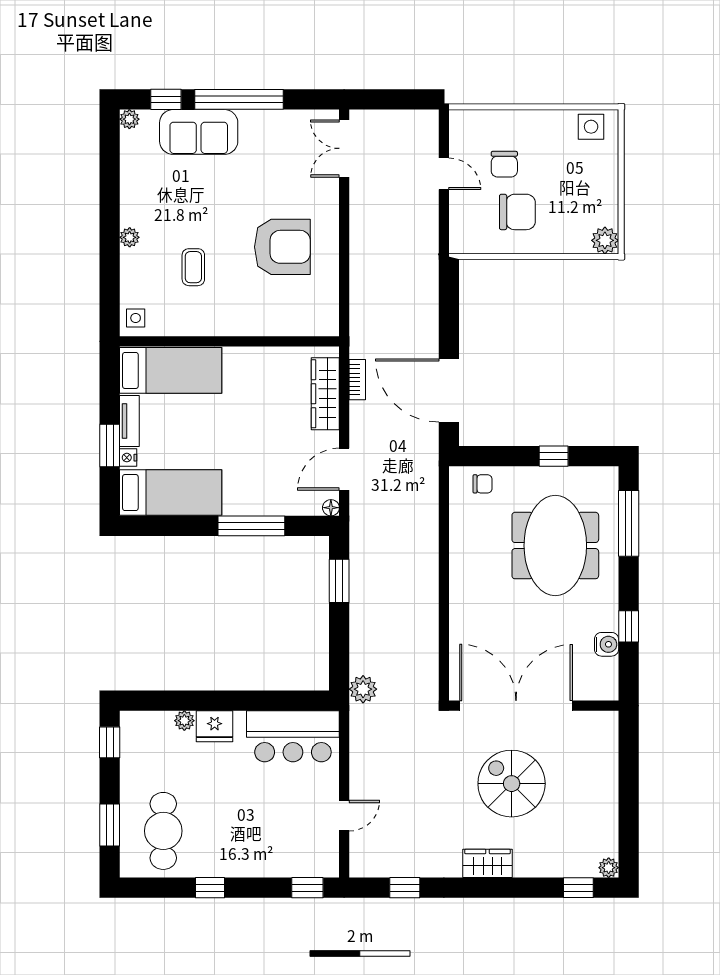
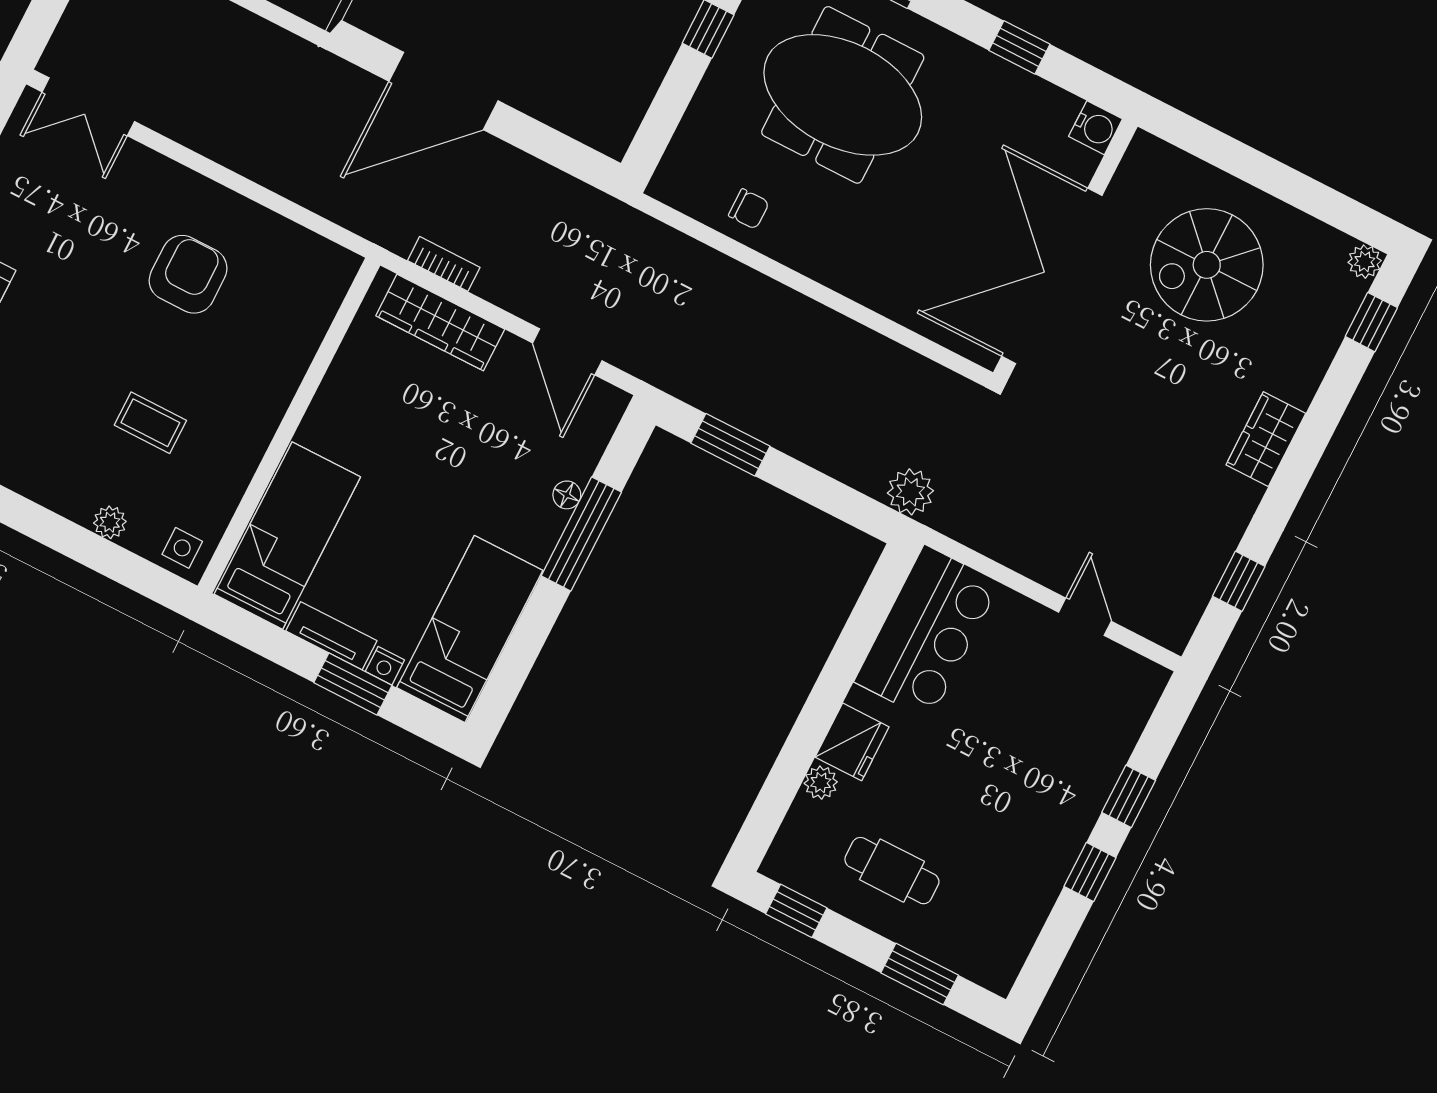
plant: (130, 237) -> (110, 522), moved
armchair: (282, 247) -> (188, 274), width x0.73, depth x0.73
door: (449, 391) -> (444, 91), moved
chair: (483, 484) -> (749, 209), moved, turned 90
floor lamp: (331, 508) -> (567, 495), moved
water cooler: (607, 644) -> (1096, 128), moved, turned 90
spiral stairs: (512, 784) -> (1207, 265), moved
cafe table: (163, 831) -> (892, 871), moved, width x0.73, depth x0.74
window: (307, 888) -> (1129, 796), moved

